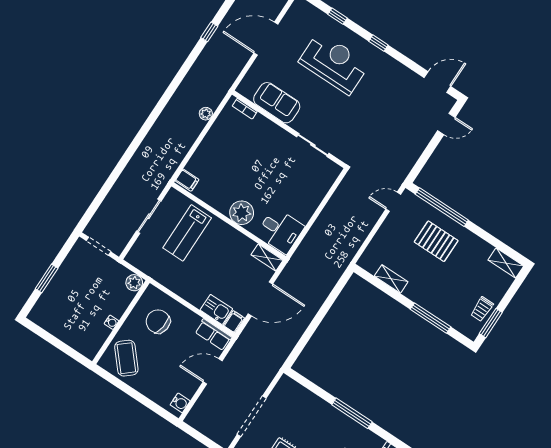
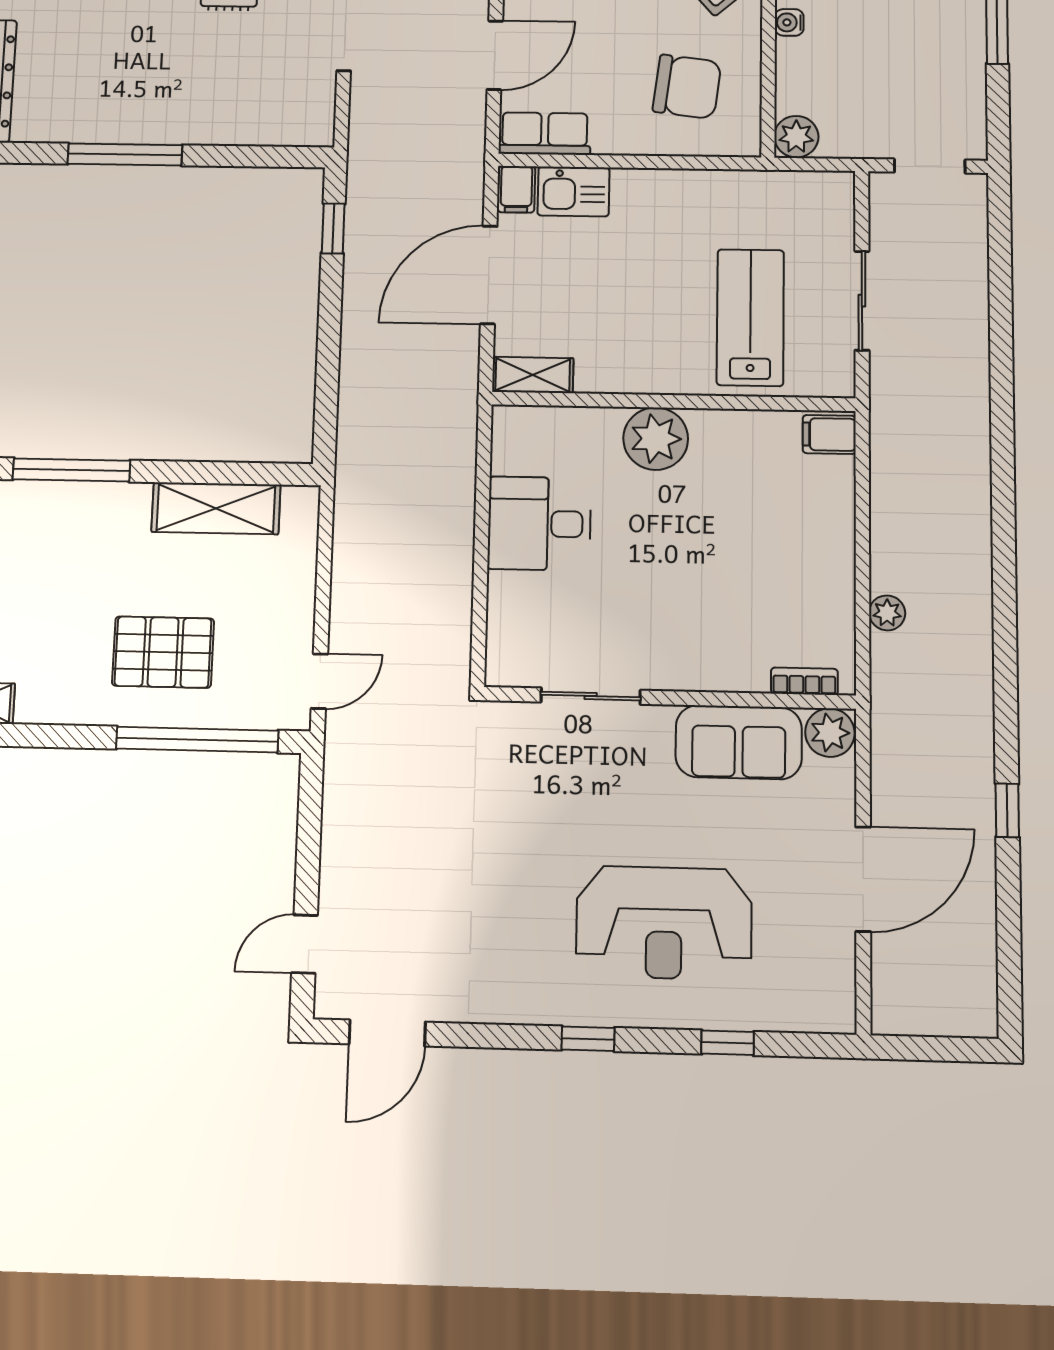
plant: (247, 88) -> (830, 733), added
desk: (280, 231) -> (539, 524), moved
shelving: (391, 279) -> (216, 508), width x1.50, depth x1.33
window: (300, 346) -> (333, 228), added

